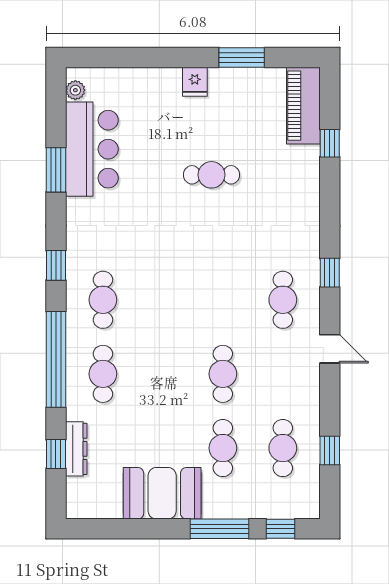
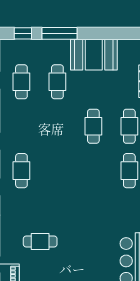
cafe table: (211, 175) -> (40, 241), moved
cafe table: (223, 374) -> (93, 126), moved

